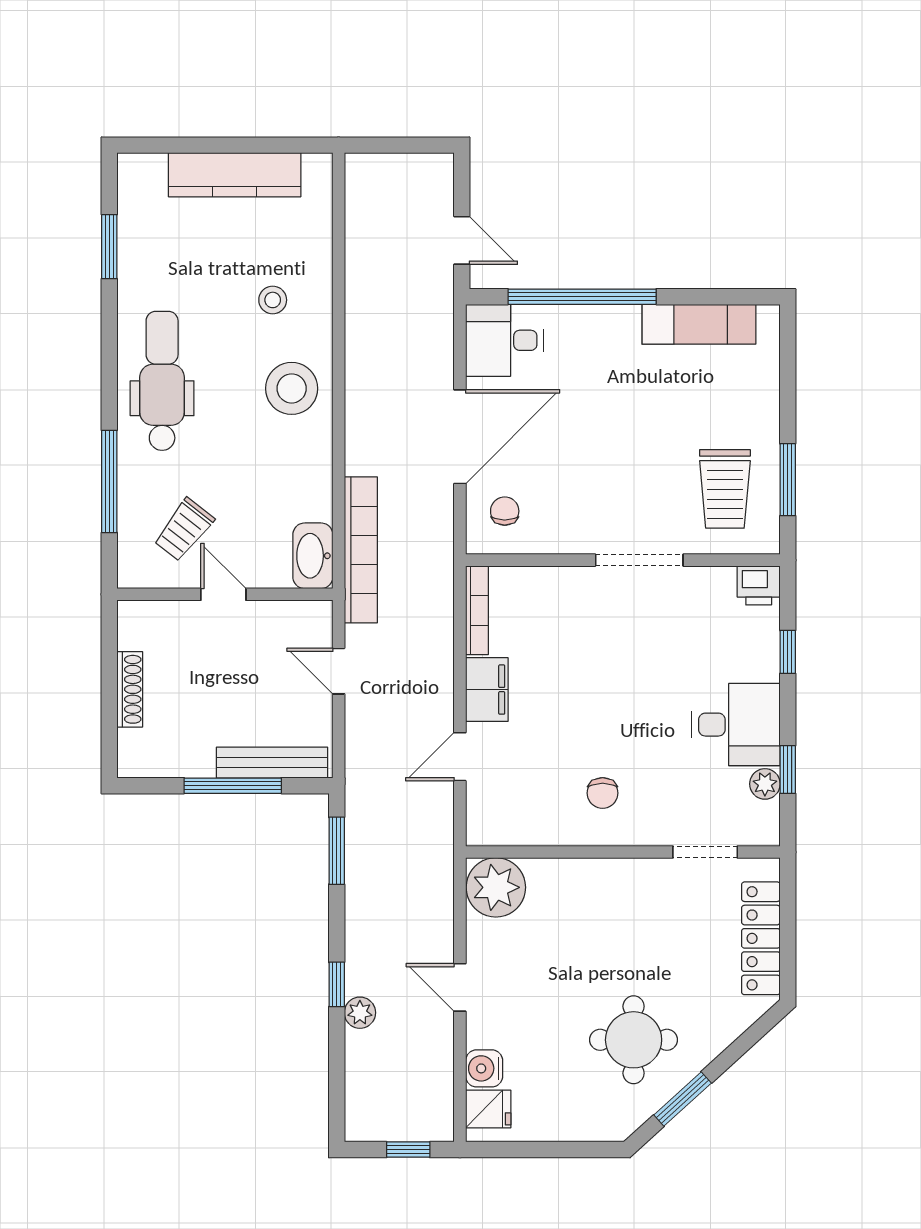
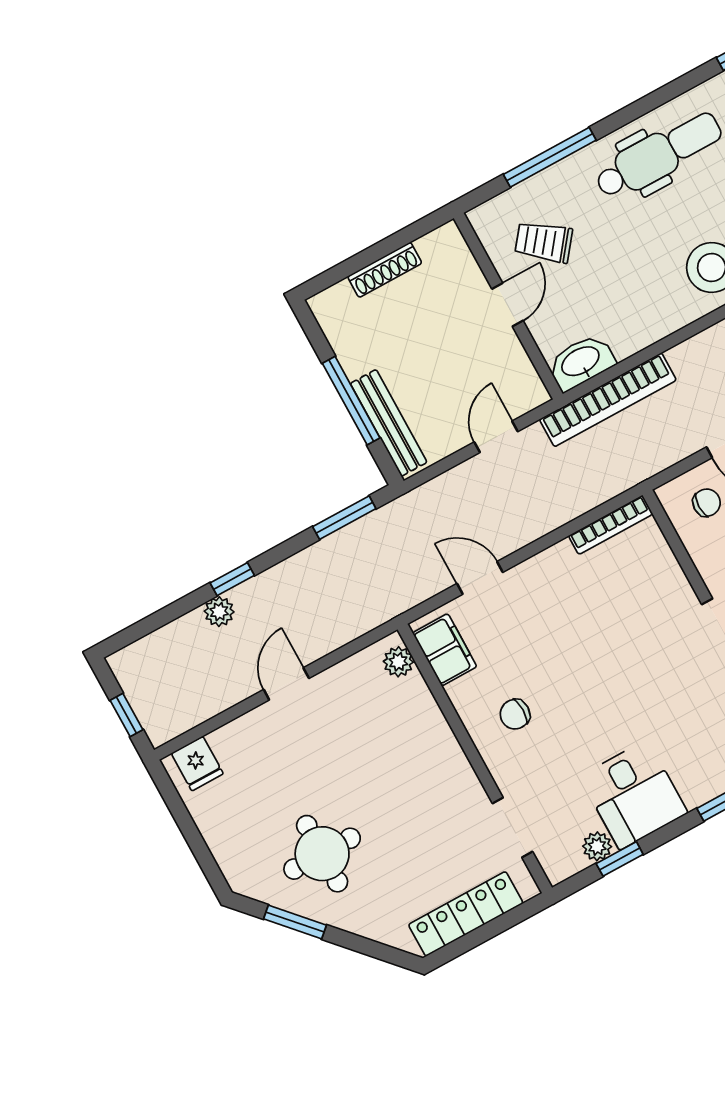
filing cabinet: (487, 690) -> (445, 650), moved, turned -90
plant: (496, 887) -> (398, 662), width x0.53, depth x0.53
water cooler: (484, 1068) -> (229, 741), removed

